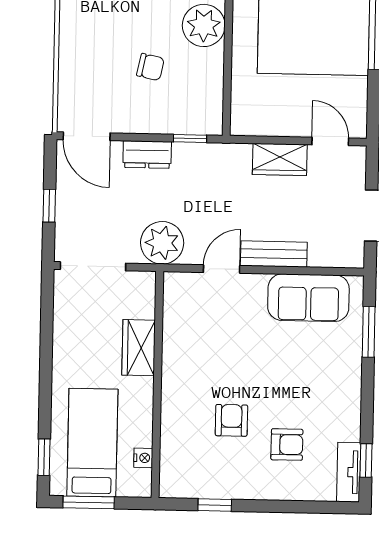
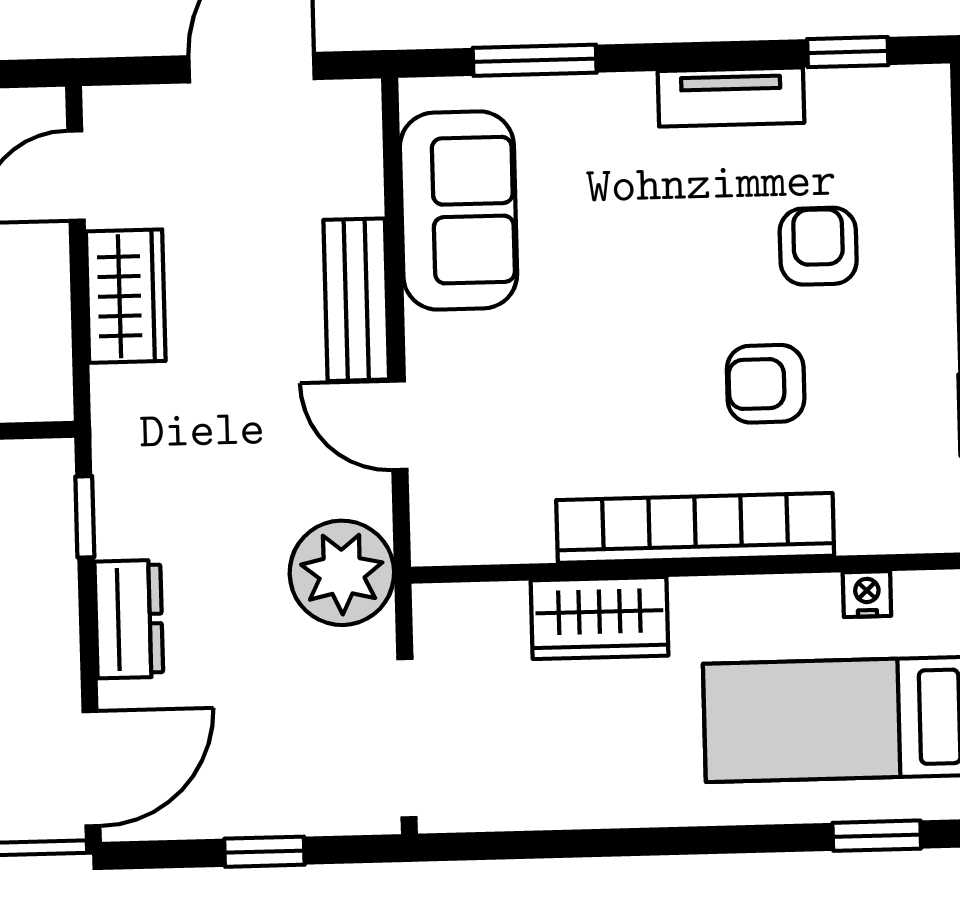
bookcase: (174, 389) -> (695, 528), added
tv unit: (349, 472) -> (731, 97), moved

